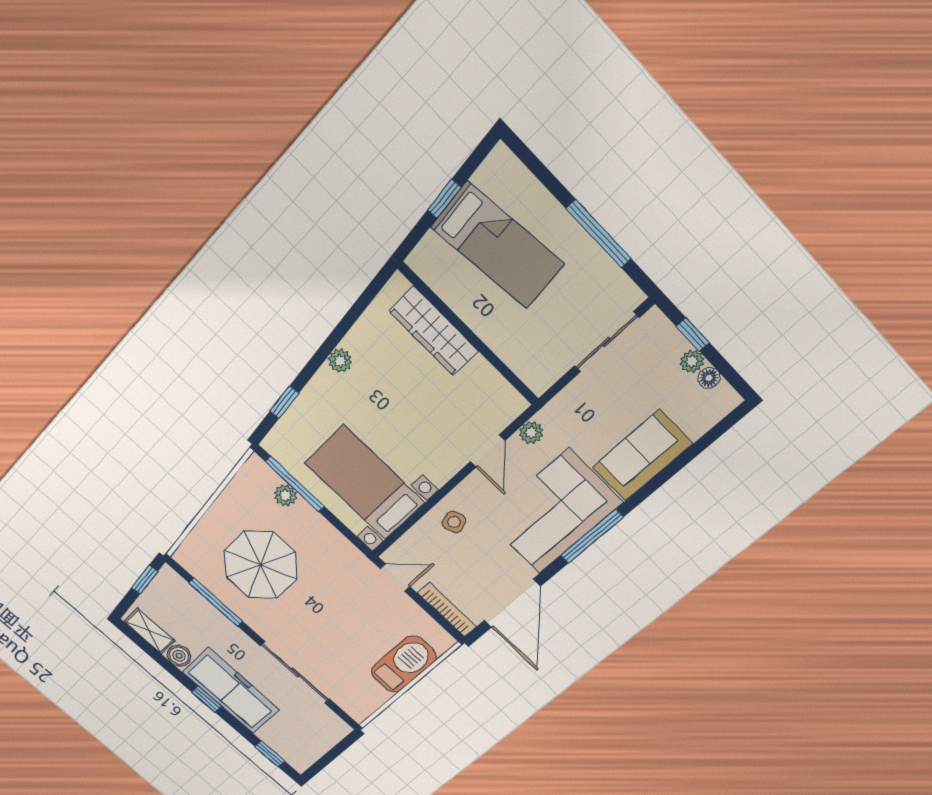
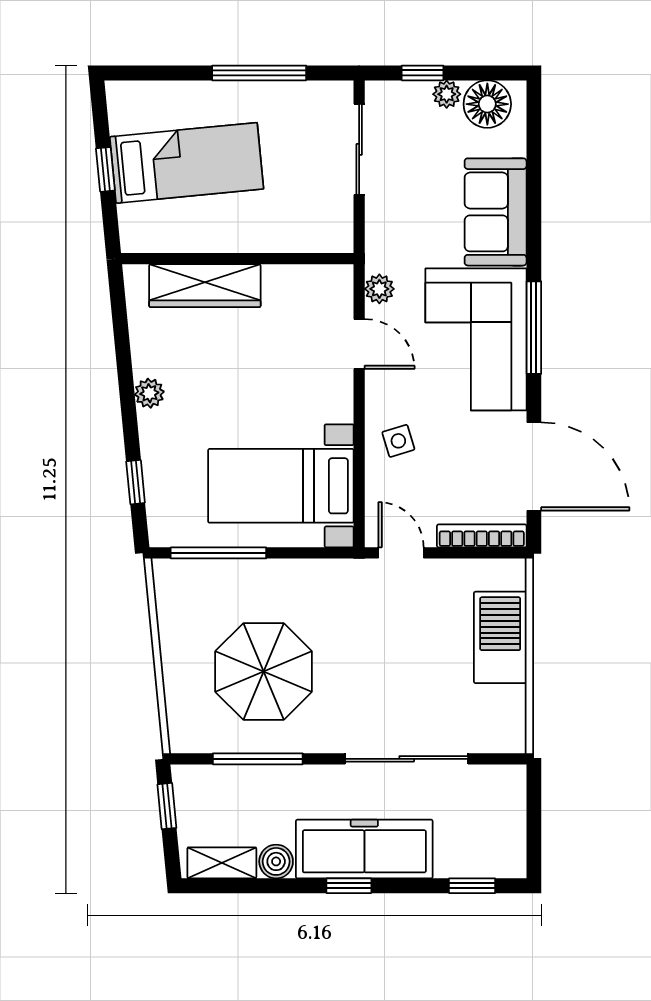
floor lamp: (709, 378) -> (487, 104), width x1.89, depth x1.89
plant: (285, 495) -> (220, 574), removed
door: (395, 578) -> (401, 553), hinge flipped

